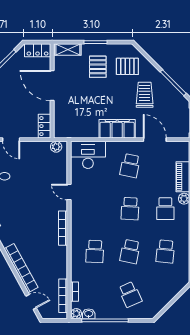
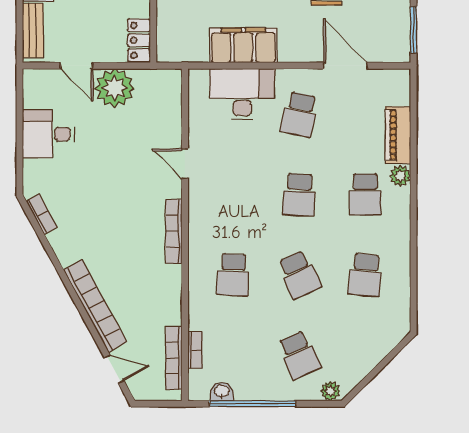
filing cabinet: (117, 129) -> (243, 45), moved
plant: (56, 147) -> (115, 88), moved, width x1.88, depth x1.88
desk: (88, 155) -> (242, 94), moved
school desk: (130, 251) -> (299, 275), turned -36
plant: (76, 314) -> (330, 391), moved

